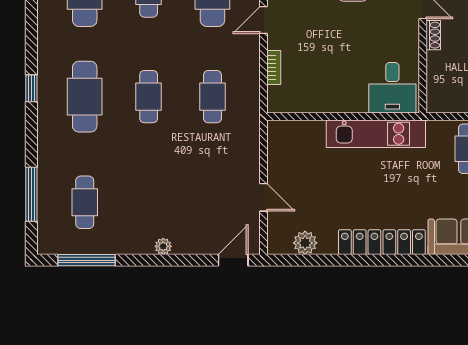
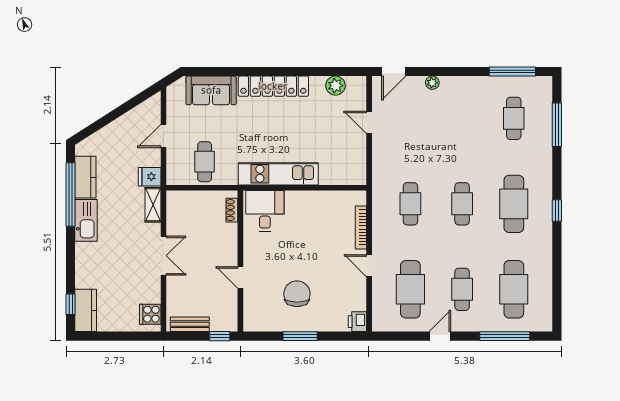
door: (264, 20) -> (369, 266), swing flipped
shoe rack: (433, 35) -> (232, 210), moved
bookcase: (274, 67) -> (361, 227), width x1.56
plant: (163, 246) -> (432, 83), moved

